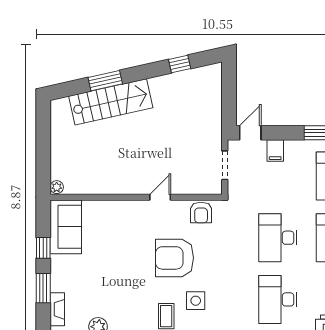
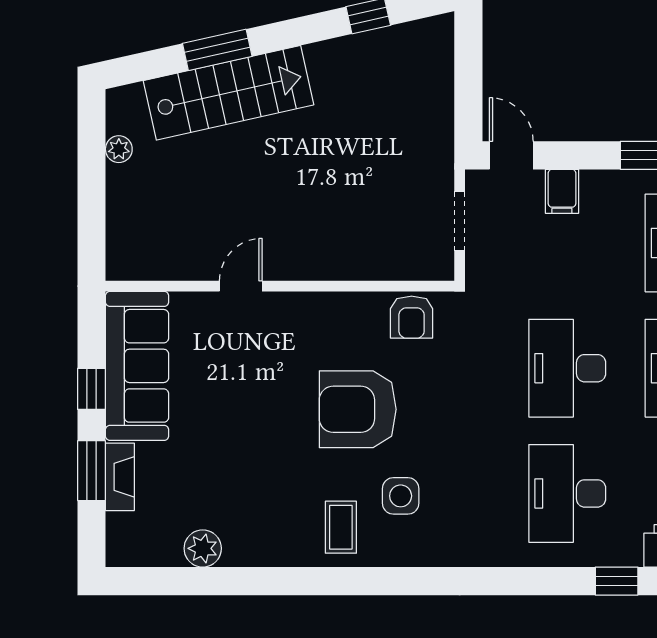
door: (250, 133) -> (511, 155), hinge flipped
plant: (57, 187) -> (119, 149), moved
door: (160, 197) -> (241, 286), moved
sofa: (66, 227) -> (137, 366), width x1.36
fireplace: (57, 309) -> (120, 477), moved

